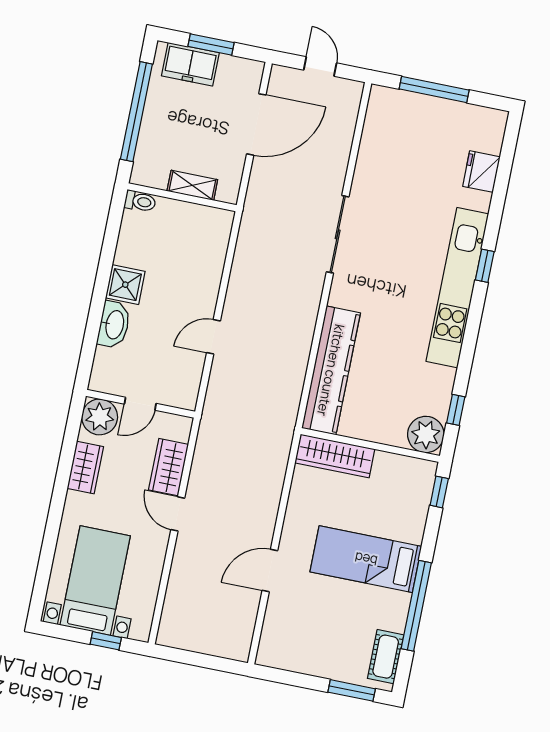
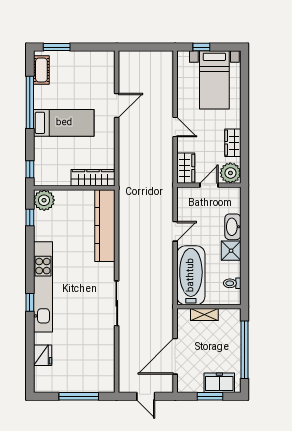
toilet: (140, 201) -> (232, 283), moved
bathtub: (202, 257) -> (191, 275), added
wardrobe: (169, 467) -> (186, 168), moved

